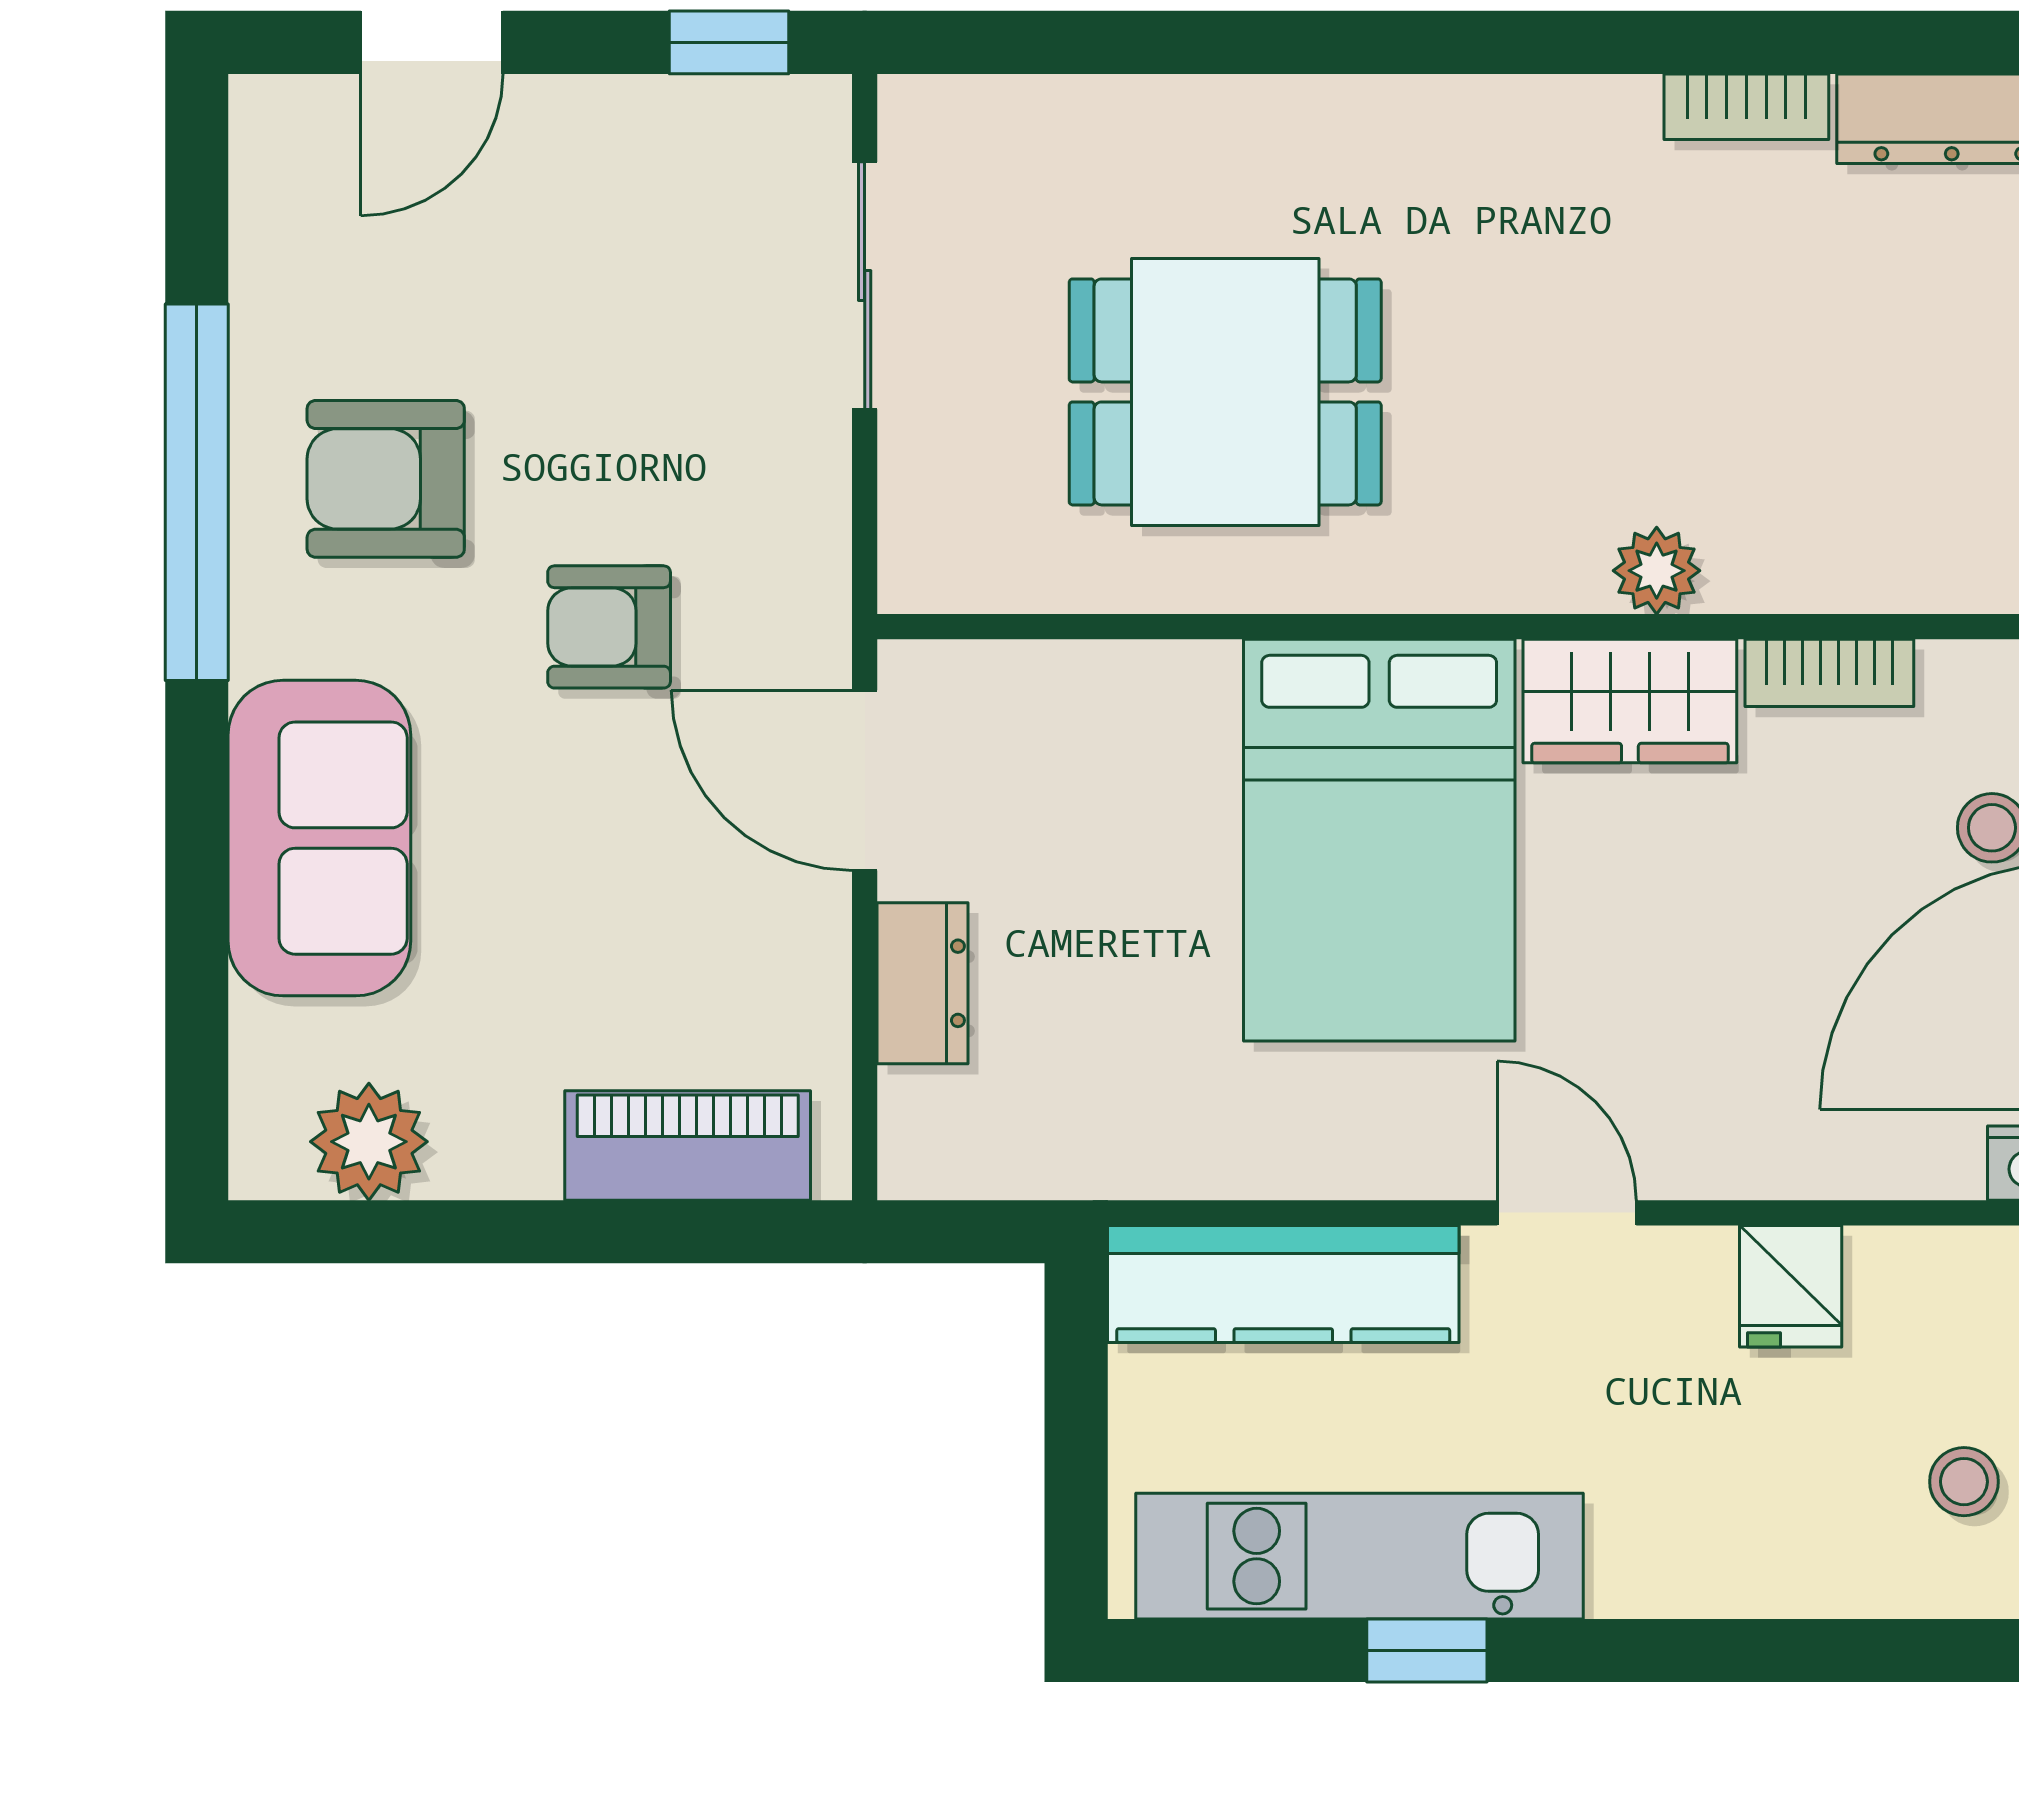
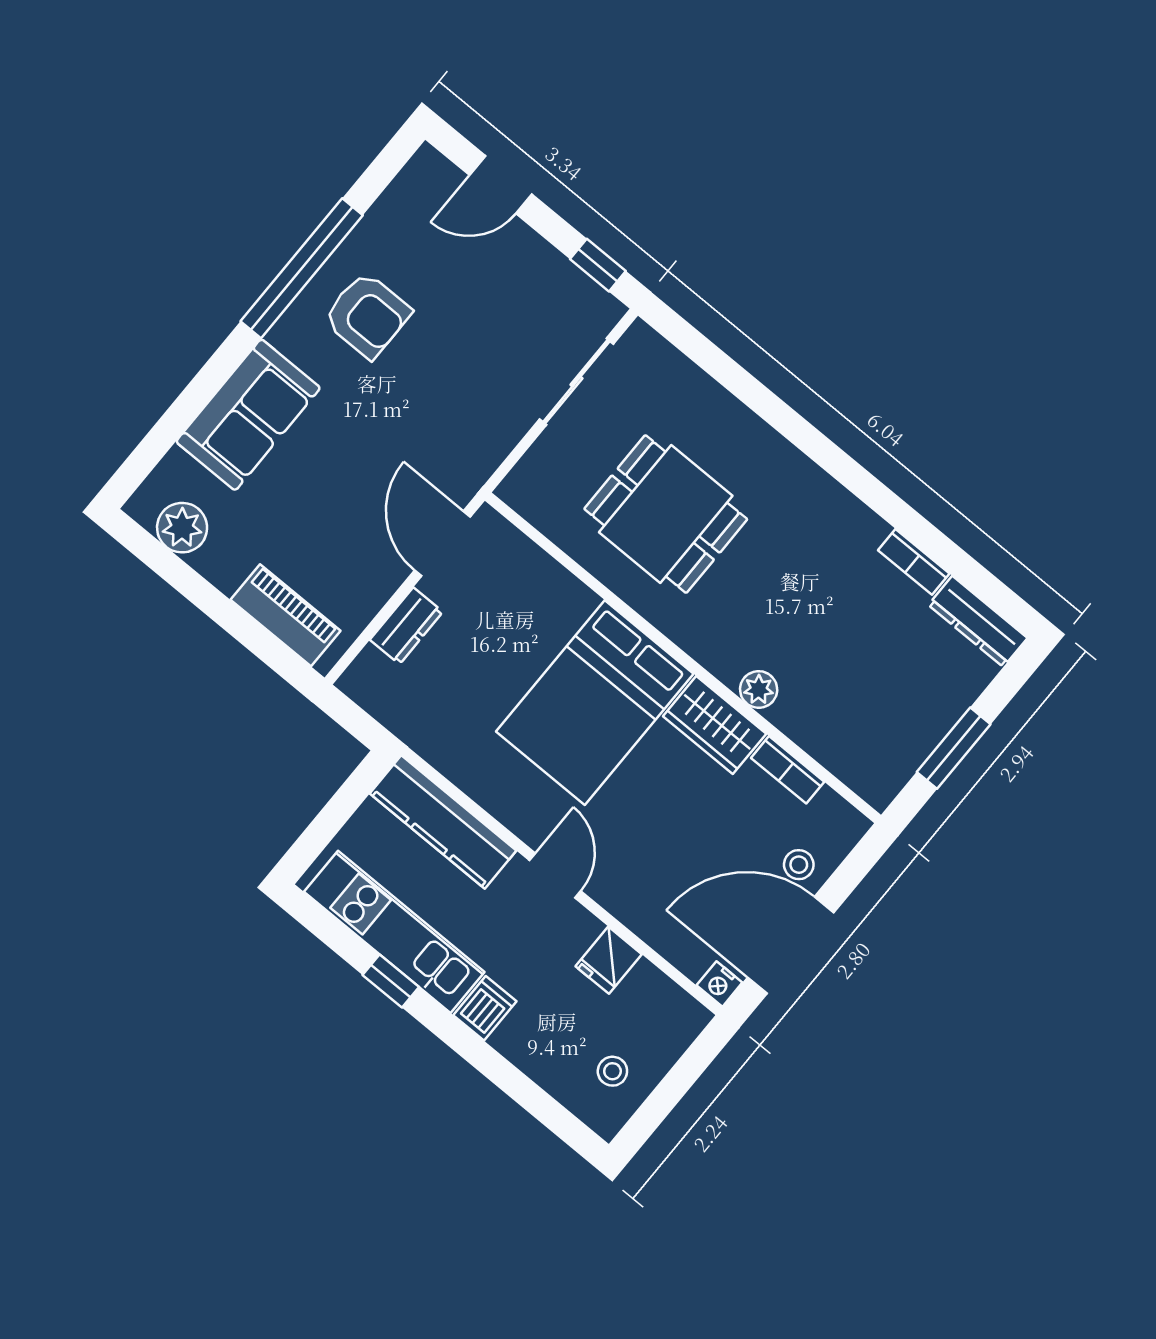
armchair: (386, 479) -> (367, 315), turned 180
armchair: (609, 627) -> (400, 424), removed
dishwasher: (1638, 1559) -> (485, 1008), added

